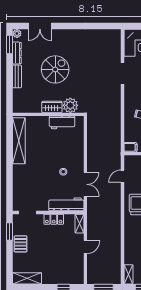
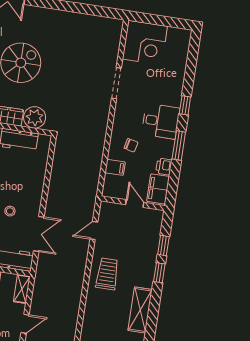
filing cabinet: (130, 147) -> (115, 167), moved

